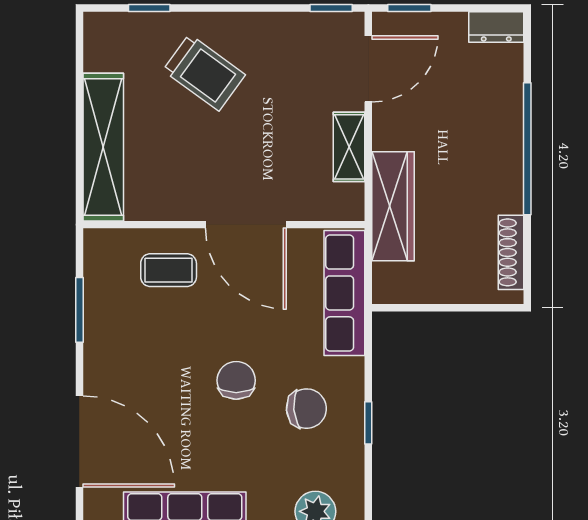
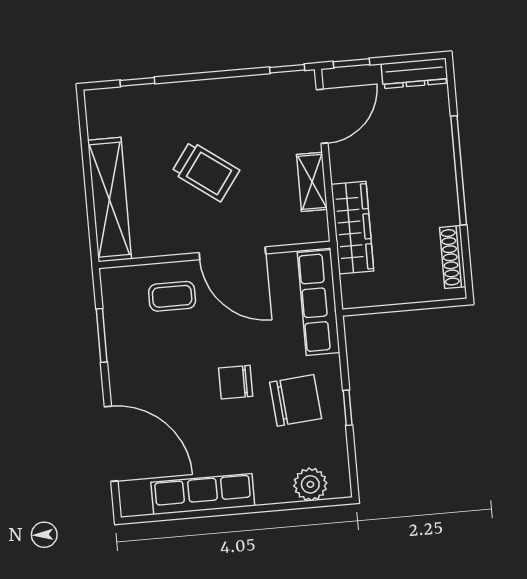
dresser: (496, 27) -> (415, 73), width x1.44
trolley: (204, 73) -> (206, 171), moved
chair: (236, 380) -> (236, 382), turned -90
chair: (306, 409) -> (296, 400), width x1.37, depth x1.37

